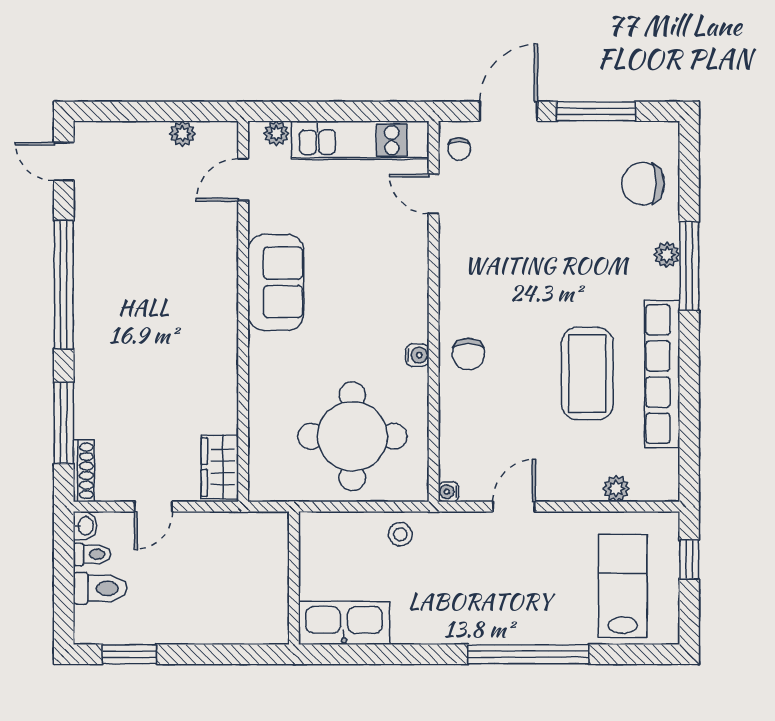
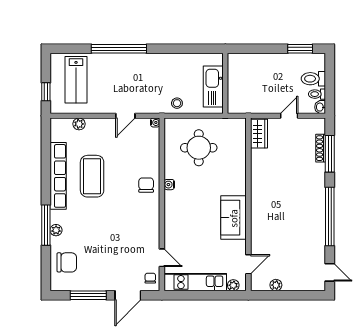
round table: (352, 436) -> (199, 148), width x0.73, depth x0.73
shoe rack: (84, 471) -> (321, 148), moved
kitchen sink: (344, 623) -> (213, 86), moved, turned 90

